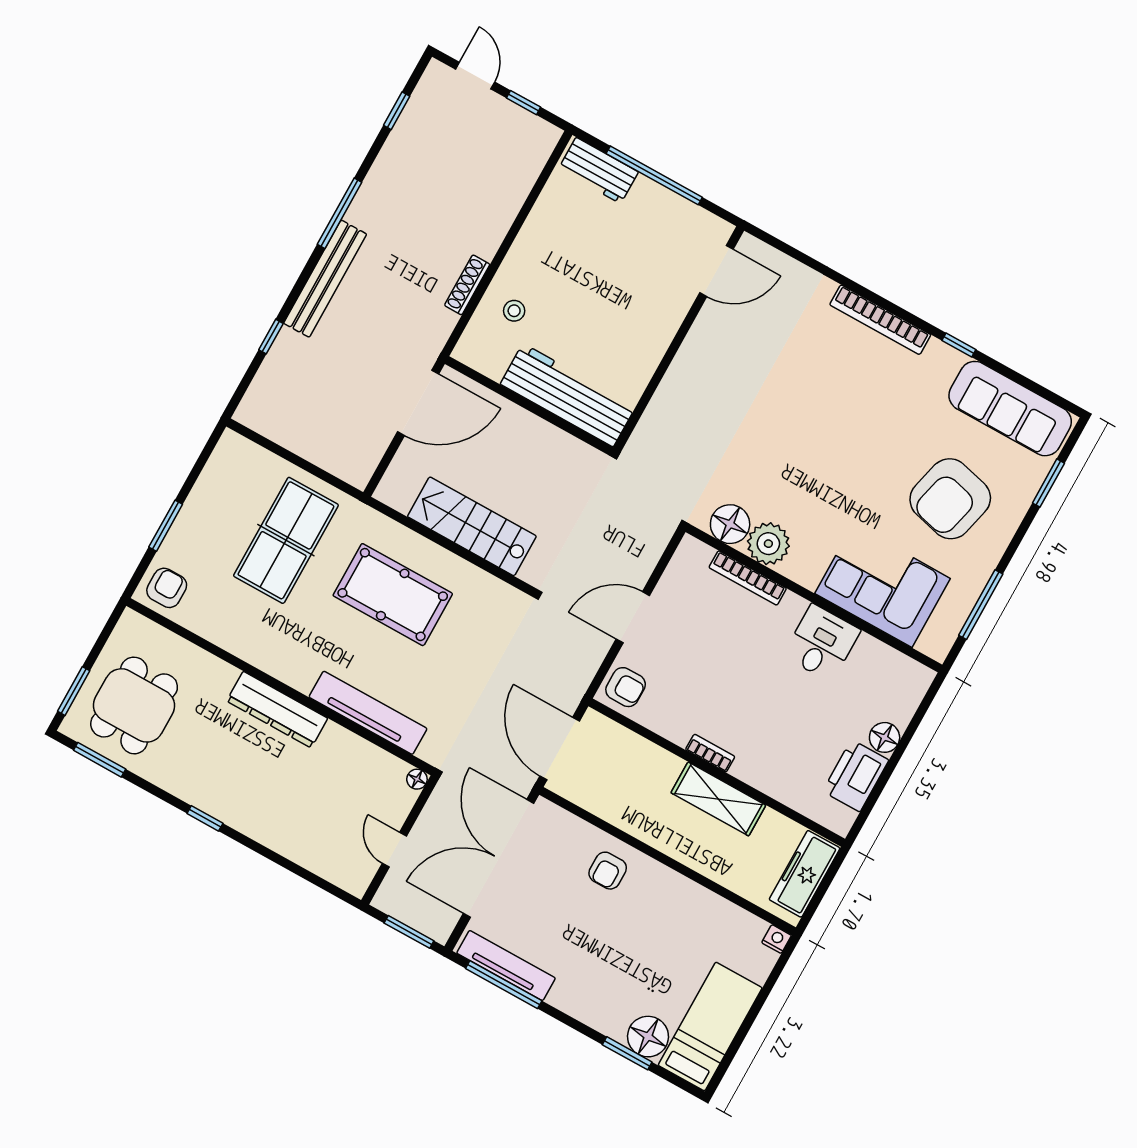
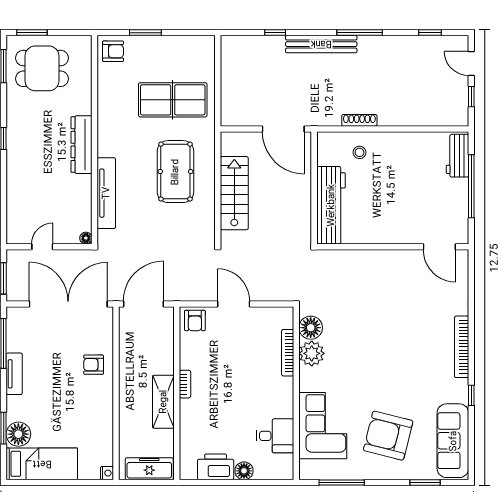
door: (475, 76) -> (471, 63), swing flipped
desk: (822, 643) -> (275, 436), moved
tv unit: (506, 966) -> (14, 374), moved, width x0.71

